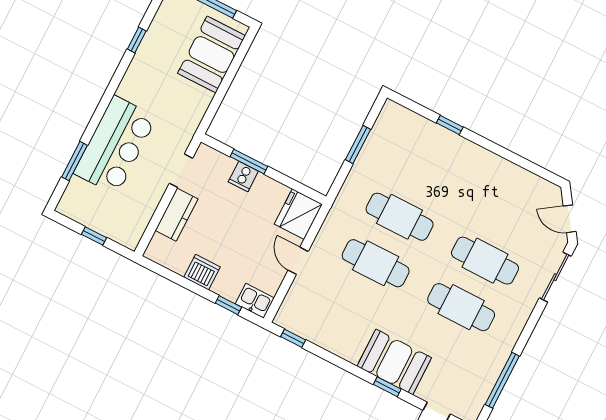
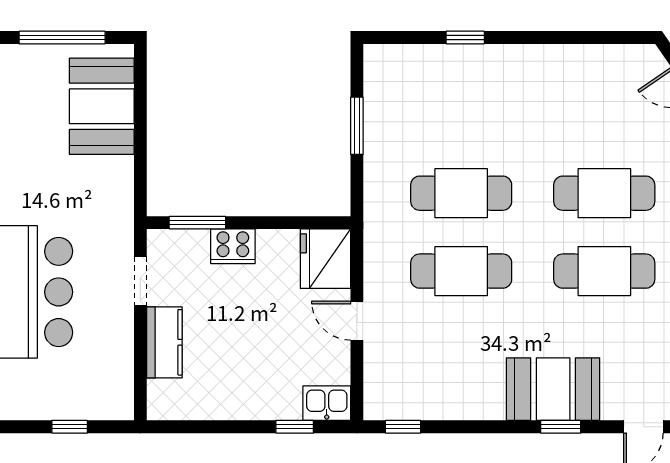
window: (249, 162) -> (197, 223), moved
cooker: (243, 177) -> (233, 246), width x1.36
dishwasher: (202, 272) -> (237, 401), removed

